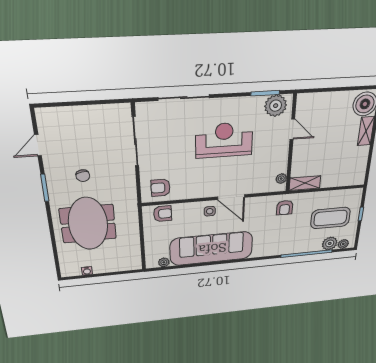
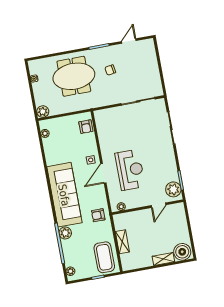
reception desk: (224, 140) -> (130, 170), moved
door: (38, 145) -> (129, 41), hinge flipped
shelving: (305, 183) -> (122, 242), moved
armchair: (161, 188) -> (106, 122), removed
coffee table: (330, 218) -> (104, 257), moved
plant: (330, 243) -> (65, 233), moved
sofa: (212, 248) -> (64, 195), moved
plant: (134, 263) -> (43, 112), added

